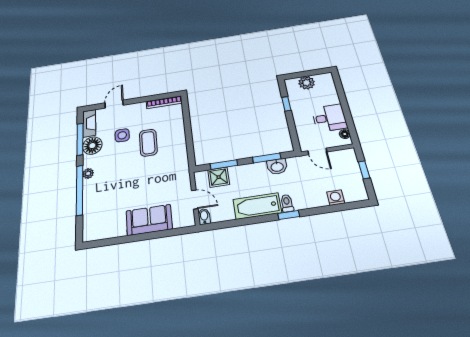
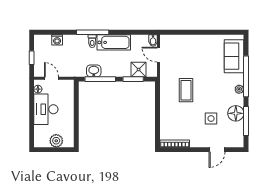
window: (286, 104) -> (76, 124), removed
desk: (329, 118) -> (46, 109), width x1.37
fireplace: (89, 123) -> (238, 135), removed
coffee table: (148, 143) -> (186, 90), moved
door: (317, 151) -> (51, 78), moved
window: (267, 158) -> (100, 79), width x1.44
window: (289, 215) -> (93, 32), width x2.17
sofa: (149, 220) -> (234, 56), moved, turned 90

